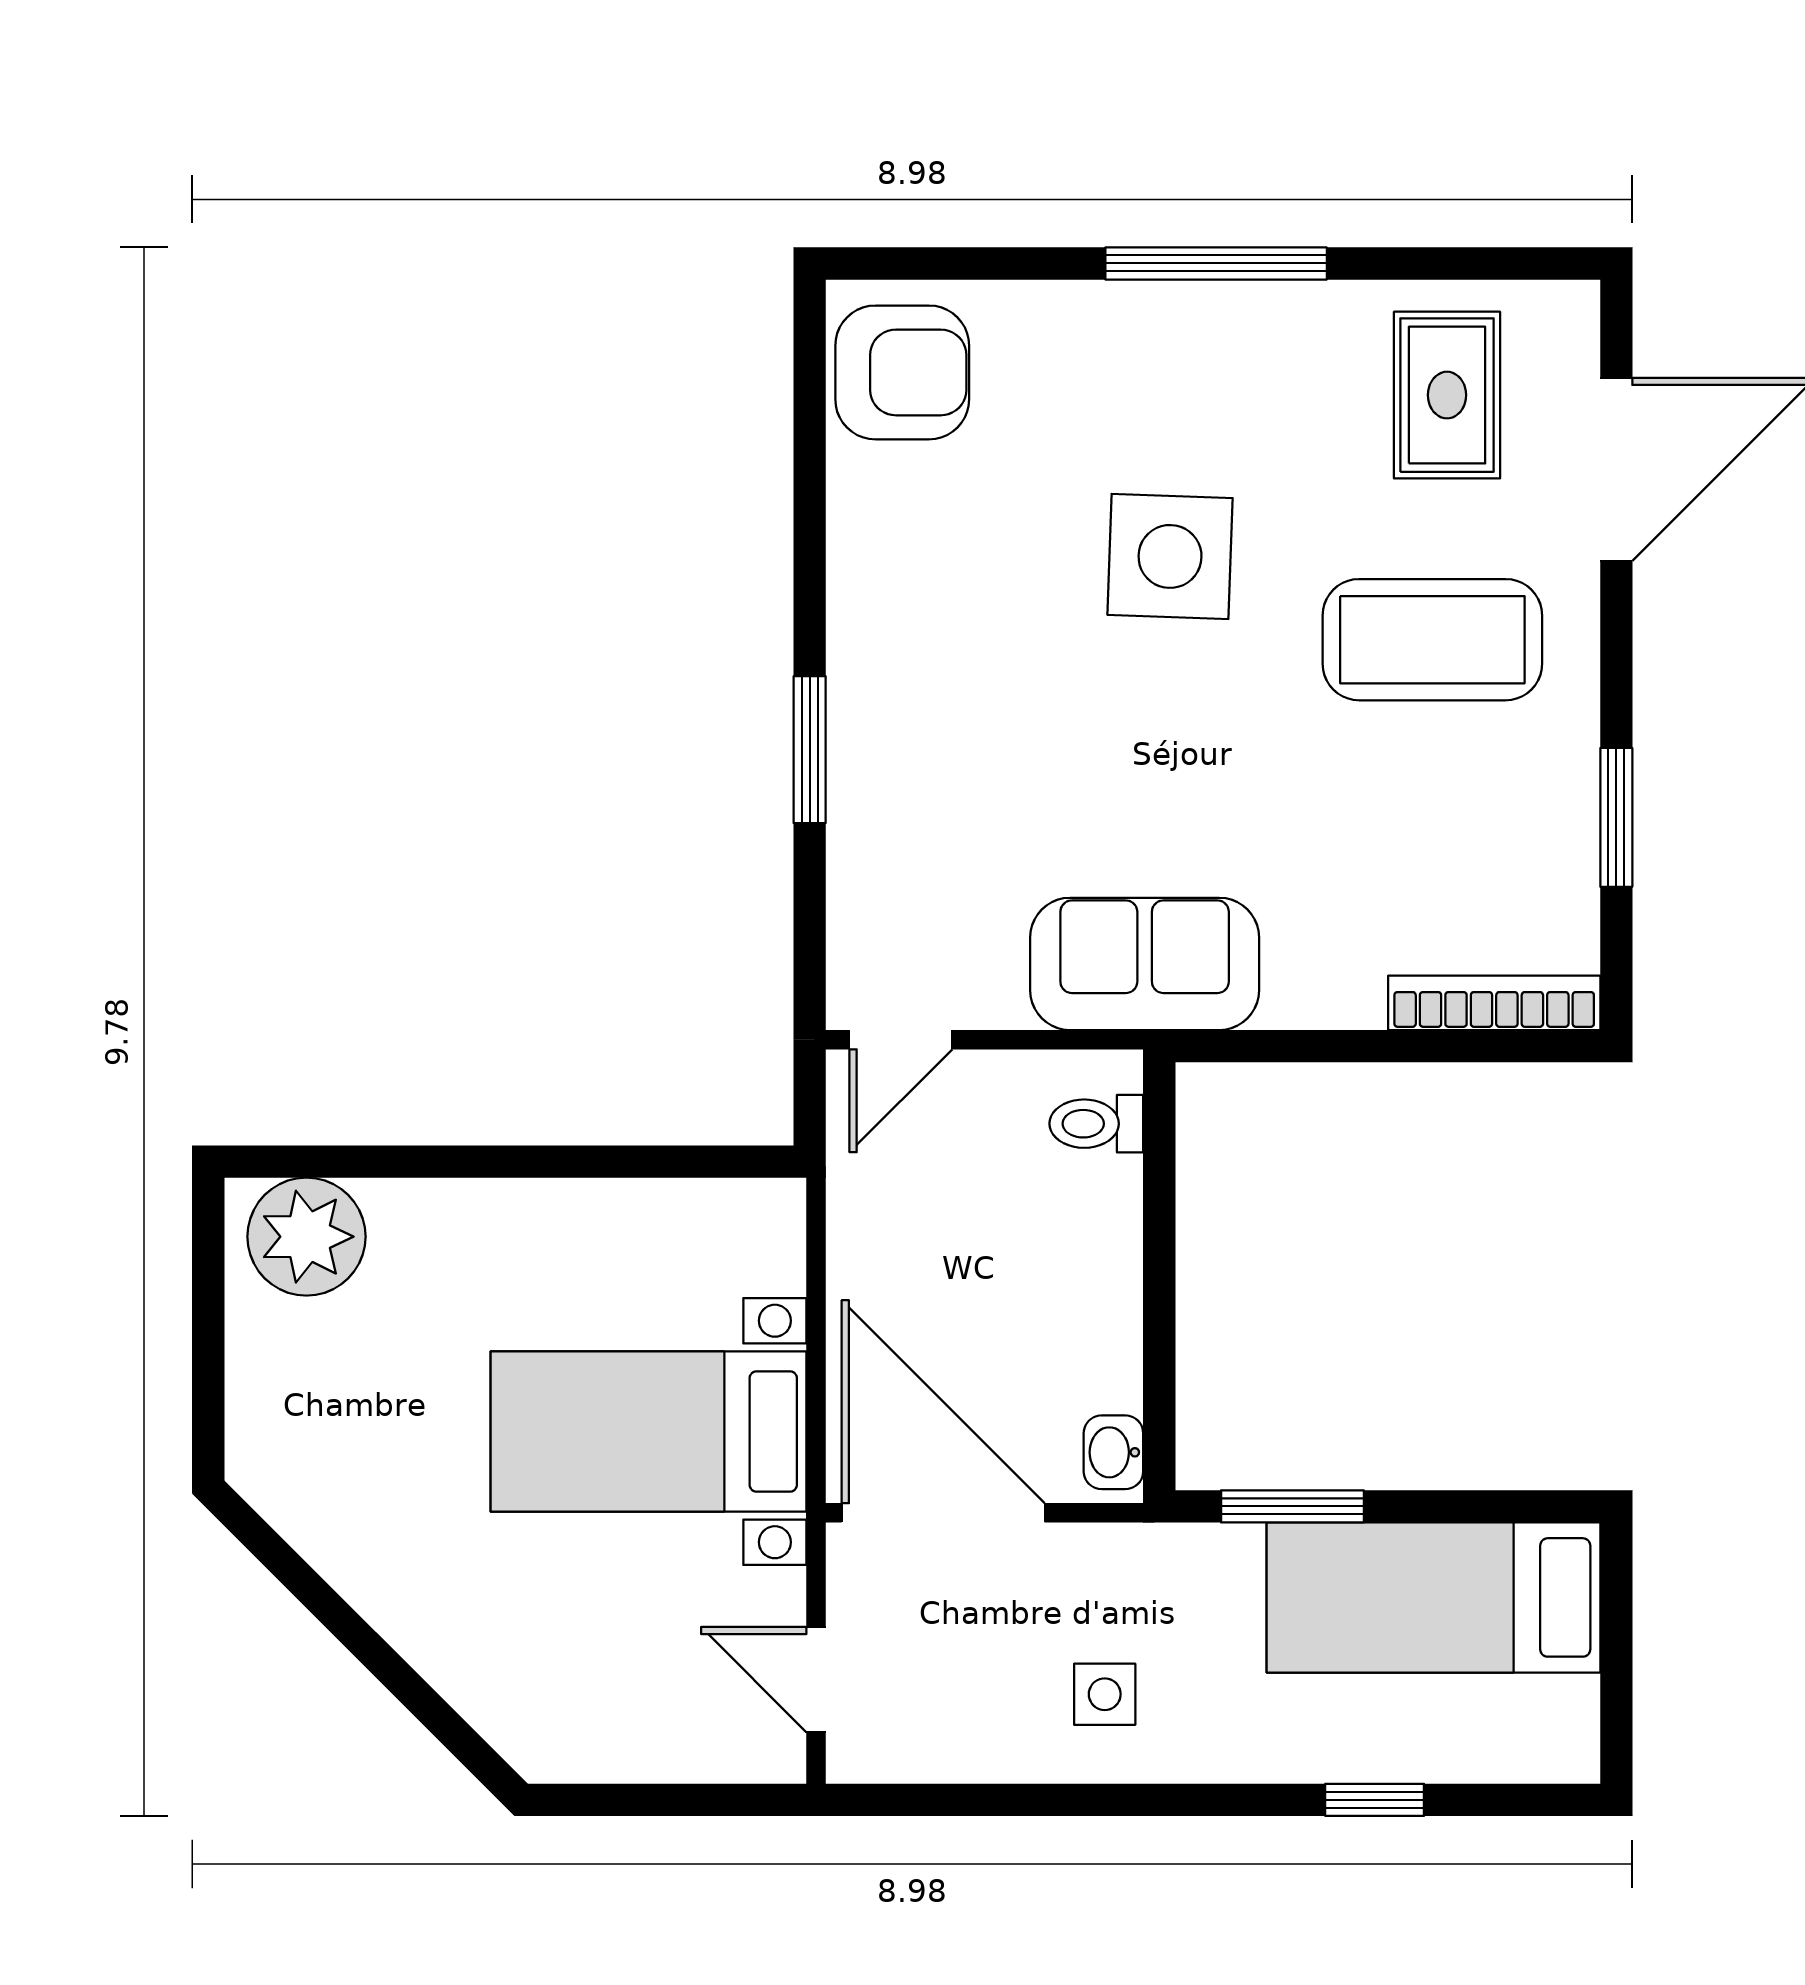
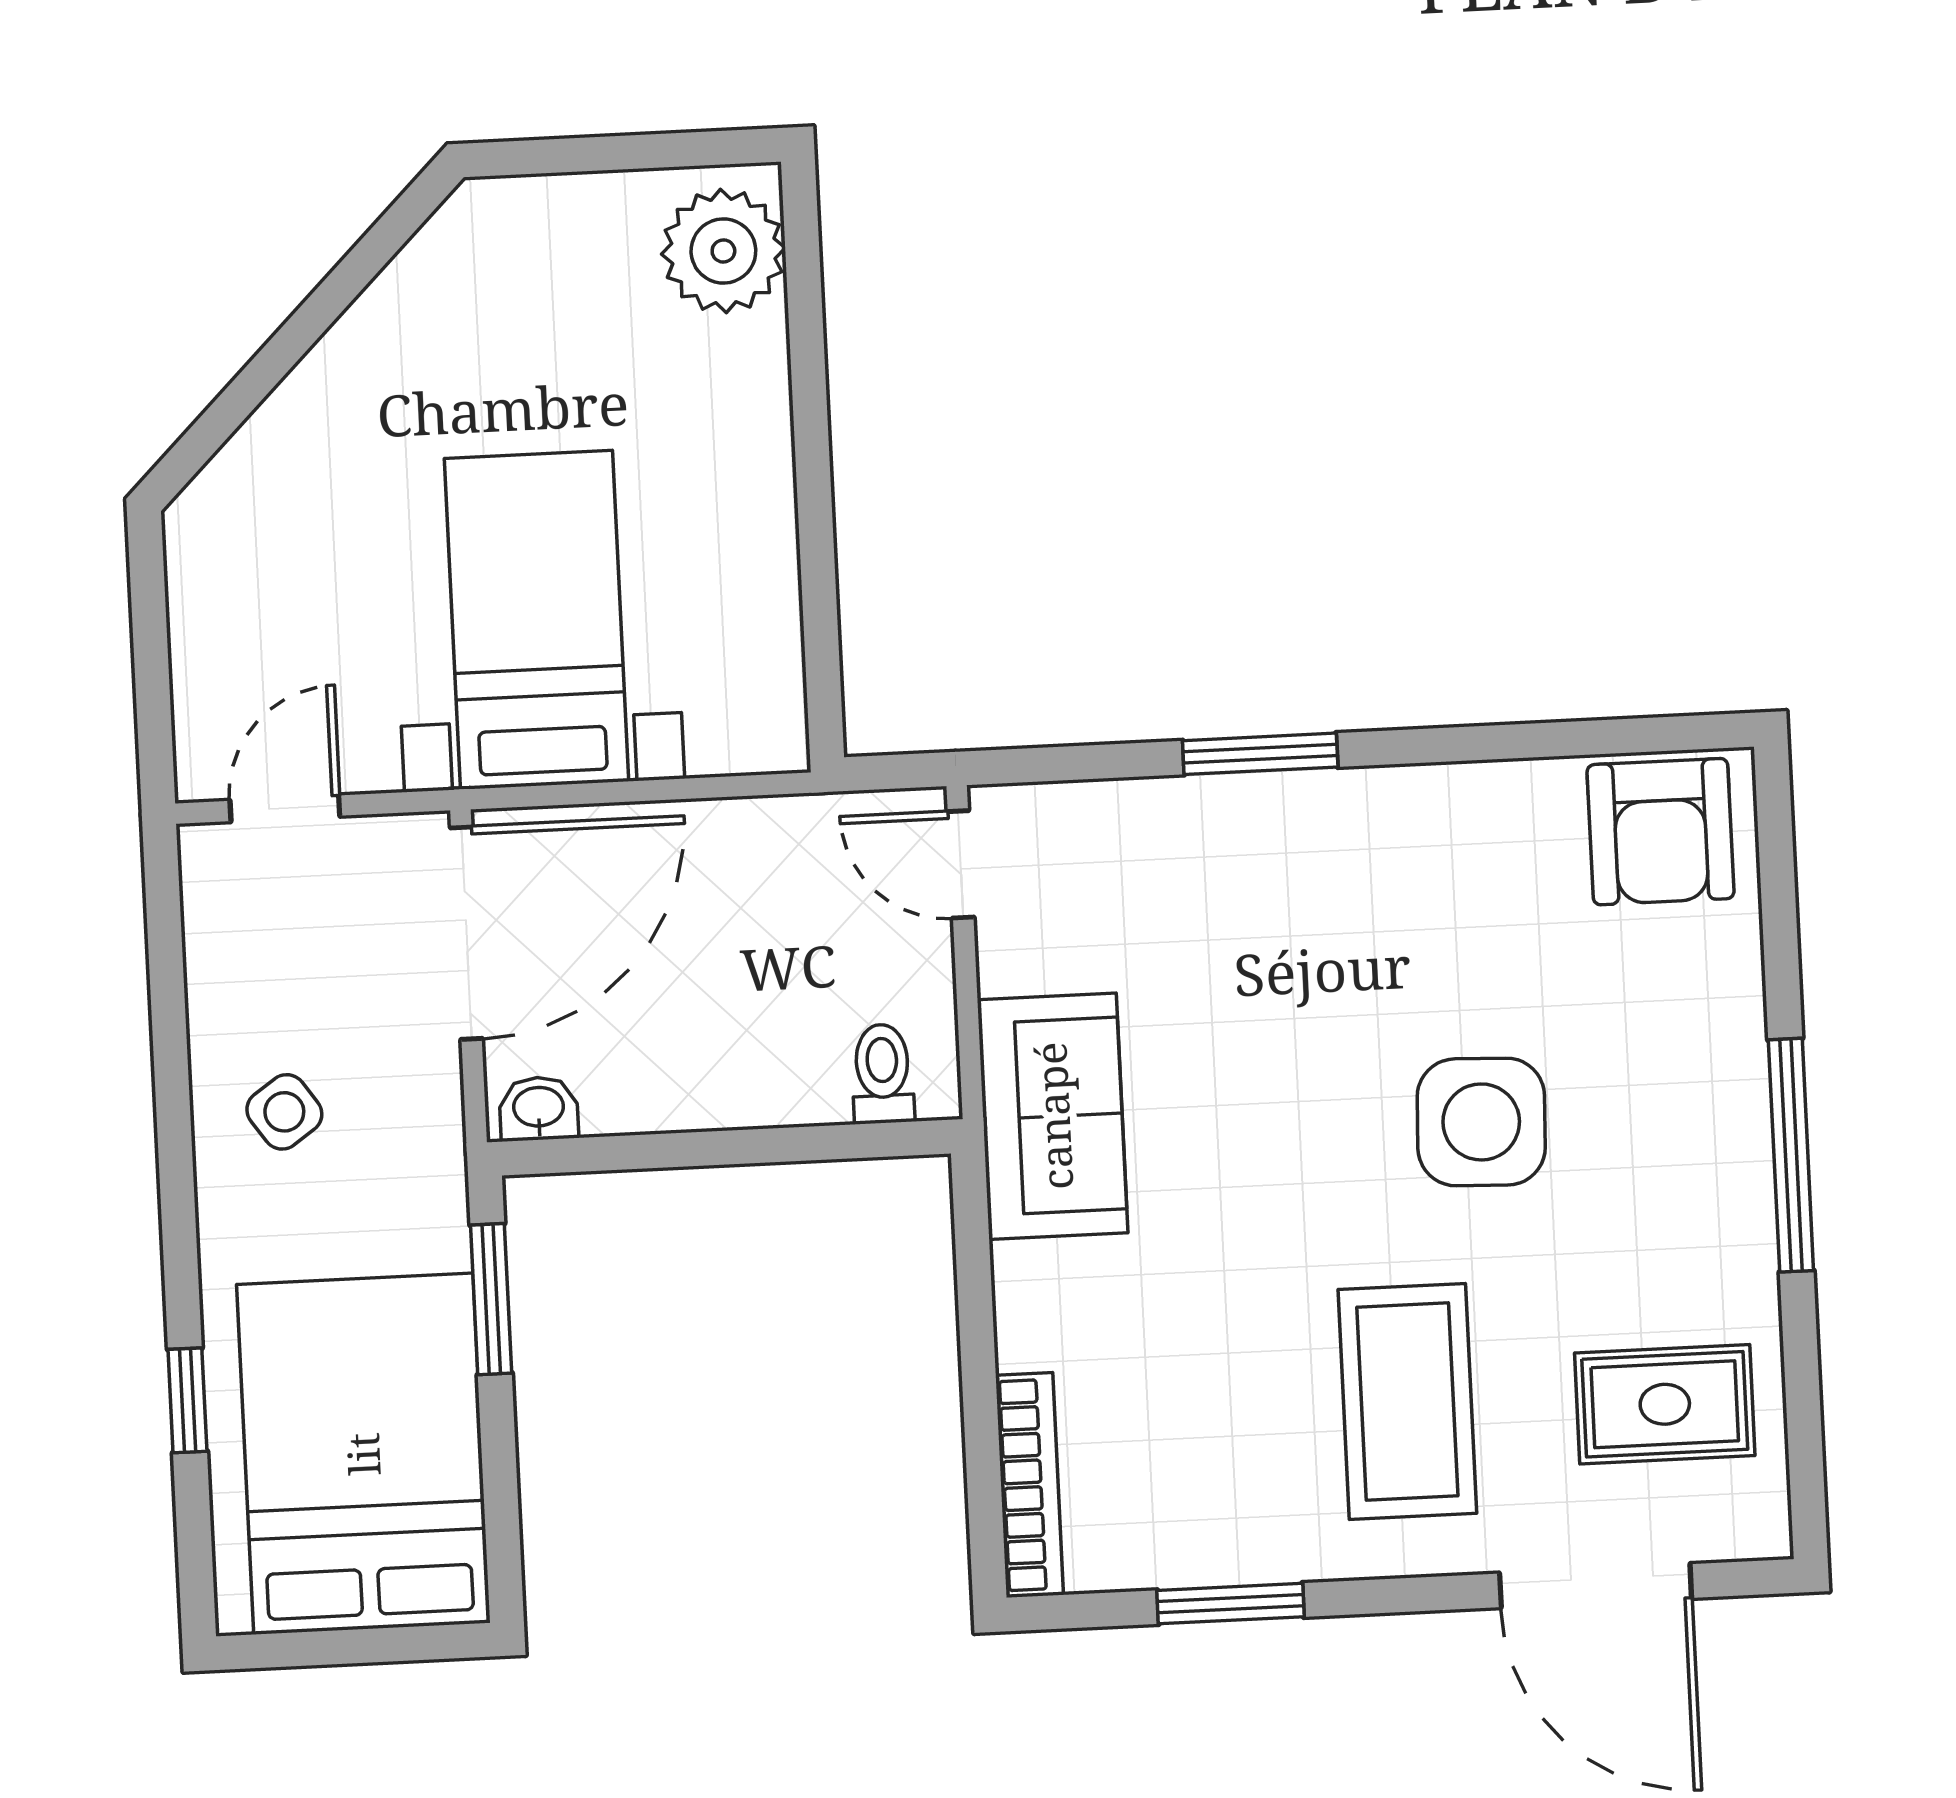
bed: (1433, 1597) -> (363, 1454), width x1.50
side table: (1105, 1694) -> (284, 1112), turned -35

